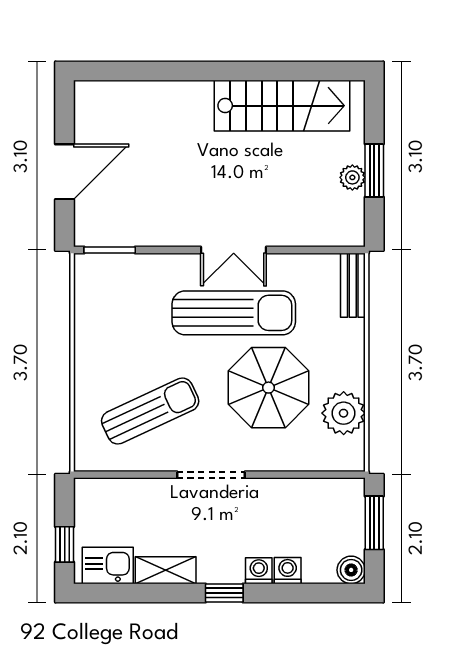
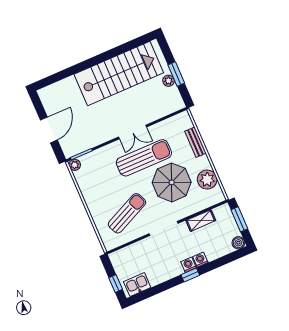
stairs: (282, 106) -> (119, 73), width x1.36, depth x1.51
plant: (86, 266) -> (75, 165), added
bench: (353, 285) -> (195, 142), moved
shelving: (166, 570) -> (201, 221), moved
washing machine: (288, 571) -> (189, 265), moved

